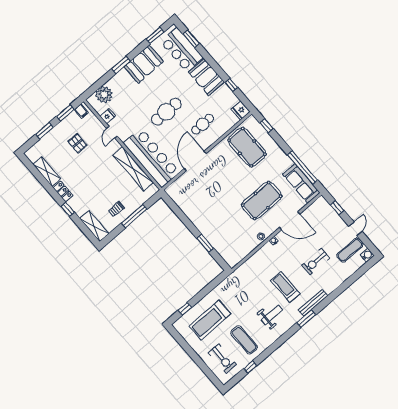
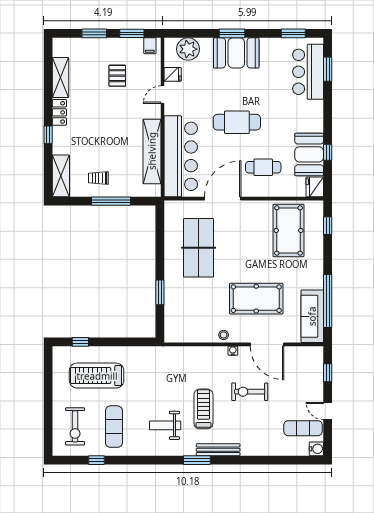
booth: (144, 64) -> (236, 53), moved
booth: (206, 77) -> (309, 154), moved
table tennis table: (205, 200) -> (199, 248), added
door: (355, 229) -> (328, 411), swing flipped
exercise bike: (316, 262) -> (250, 392), moved
weight bench: (272, 315) -> (165, 425), turned 180

